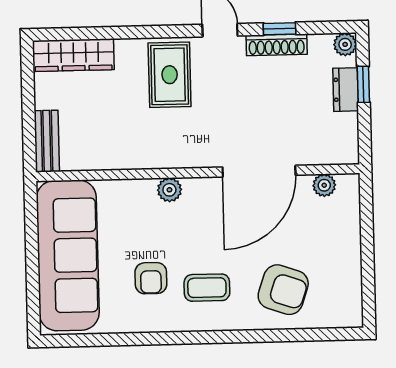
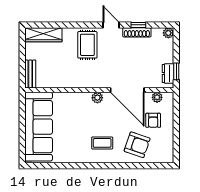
window: (363, 84) -> (176, 71), moved
dresser: (346, 90) -> (168, 73), moved
door: (259, 171) -> (127, 90), hinge flipped
plant: (169, 190) -> (97, 98), moved
armchair: (151, 278) -> (153, 120), moved

